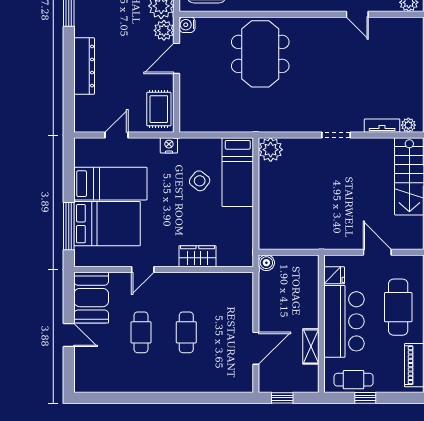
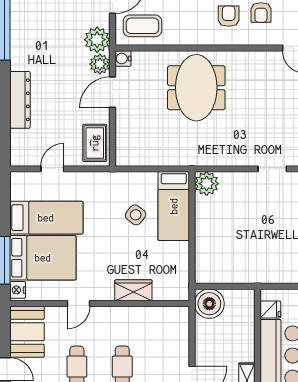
nightstand: (169, 145) -> (18, 290), moved, turned -90
boiler: (266, 263) -> (209, 304), width x1.86, depth x1.86

